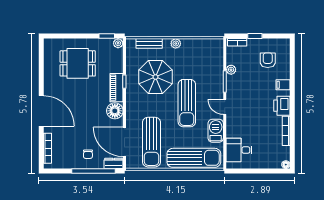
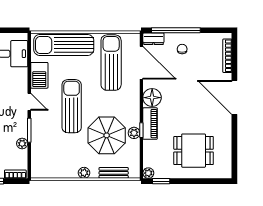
plant: (131, 79) -> (134, 133), added

